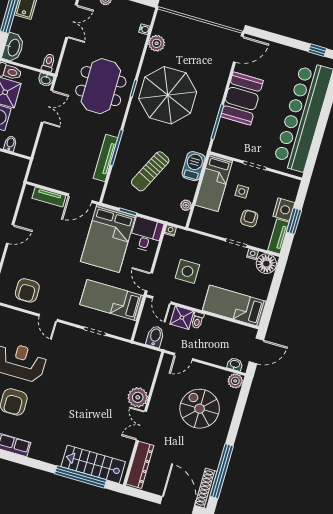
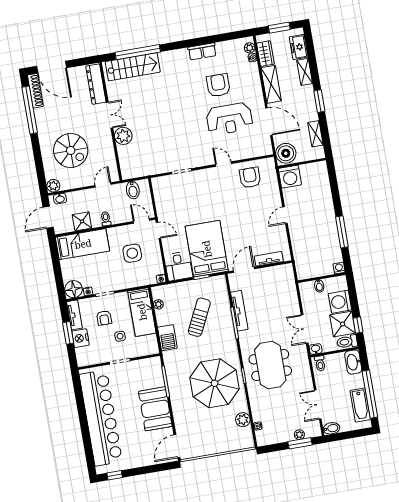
bed: (214, 183) -> (142, 312), moved, turned 180
bed: (112, 300) -> (181, 202), removed
shower: (182, 318) -> (82, 221), moved

